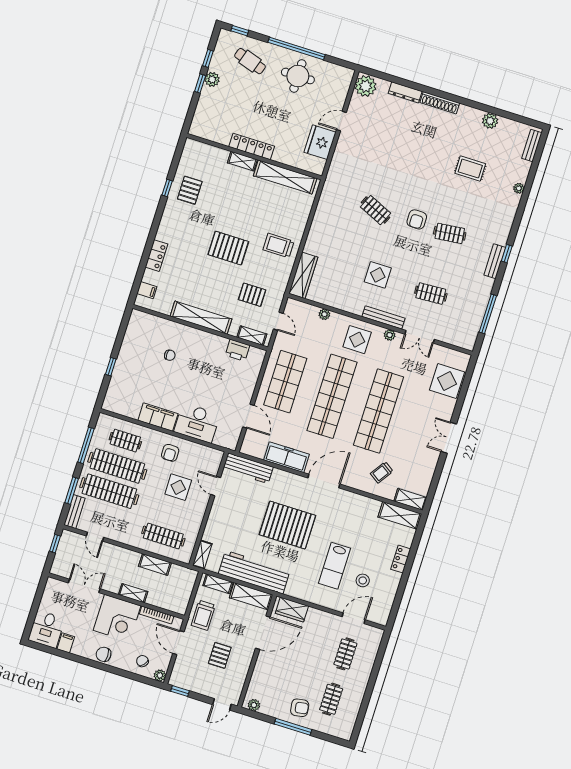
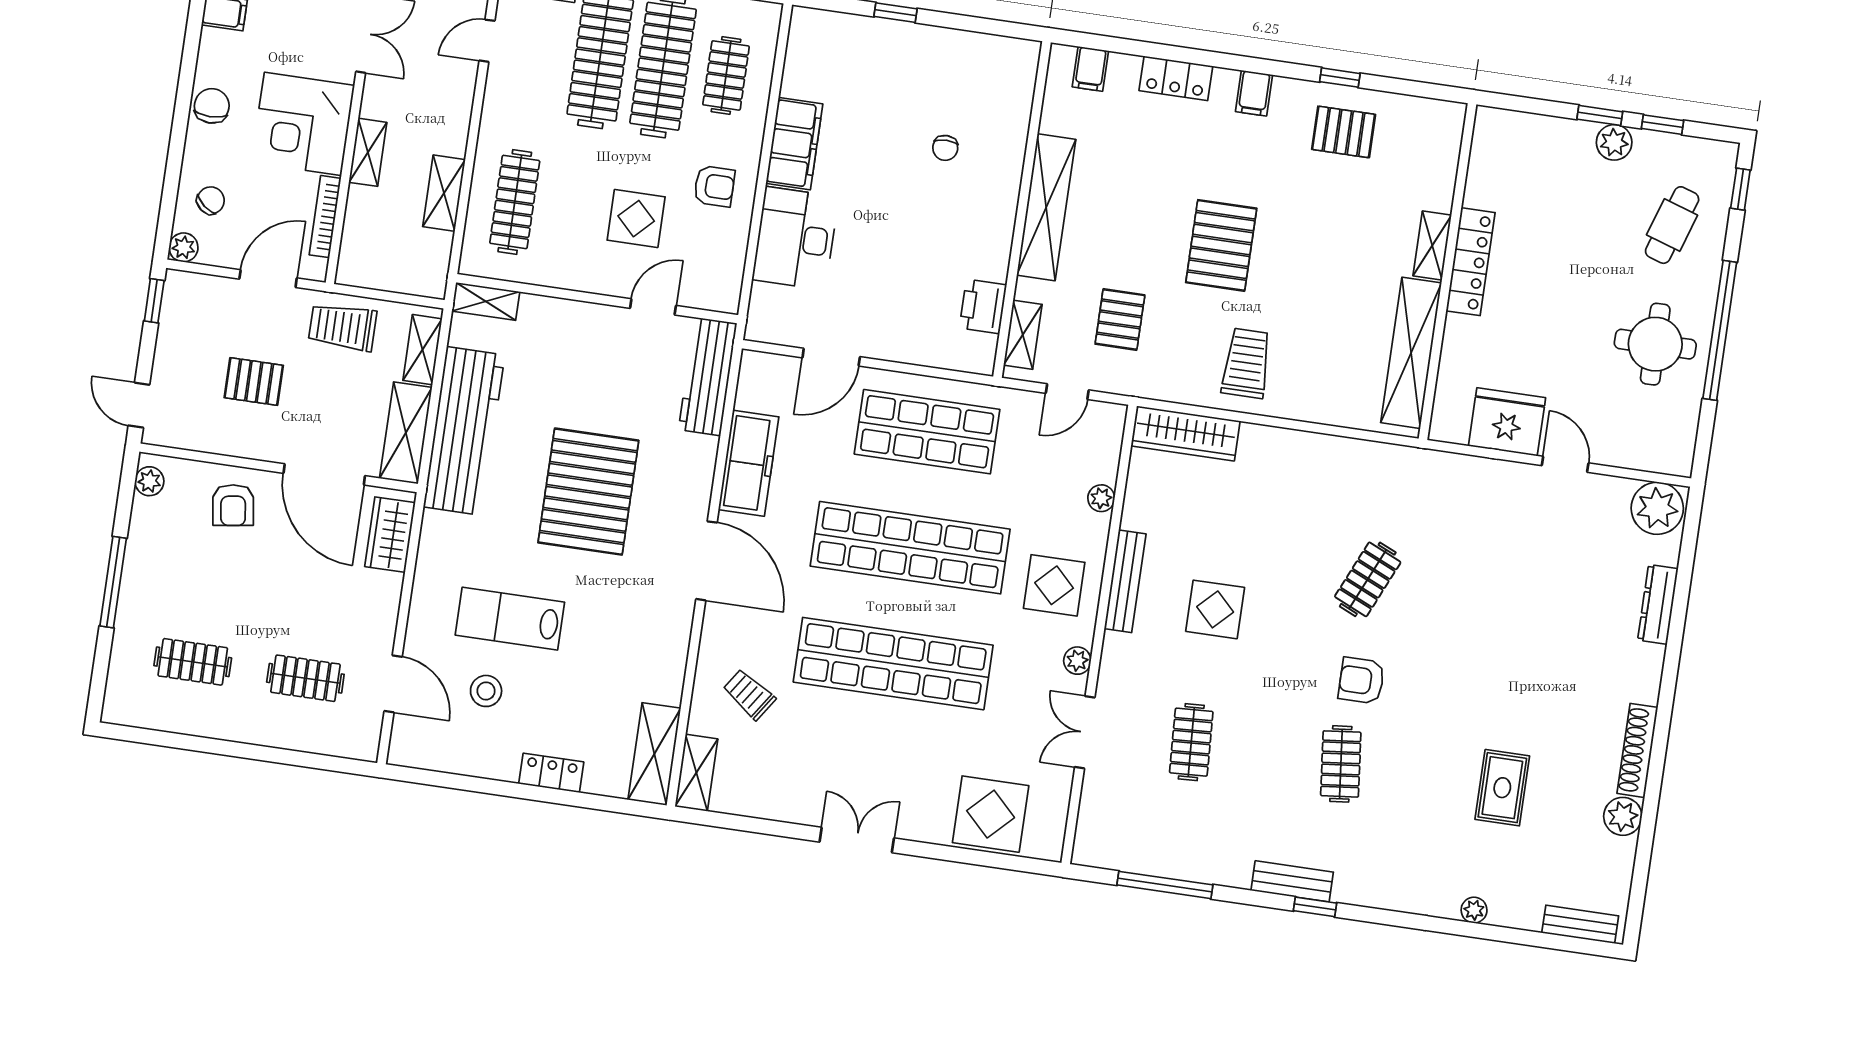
shoe rack: (440, 103) -> (1637, 750), moved
filing cabinet: (168, 224) -> (1254, 93), added
bench: (383, 317) -> (1125, 581), moved
armchair: (170, 453) -> (714, 186), turned 180
armchair: (300, 708) -> (233, 505), moved

